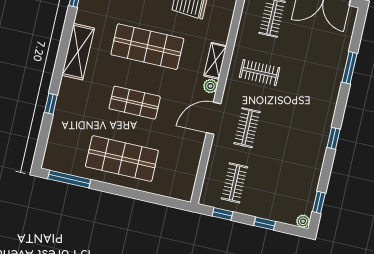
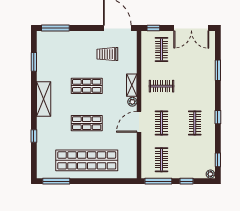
shop shelf: (147, 47) -> (87, 86), width x0.70, depth x0.74
clothes rail: (297, 139) -> (195, 123), added
shop shelf: (122, 159) -> (87, 160), width x1.40
window: (222, 214) -> (158, 181), width x2.17

